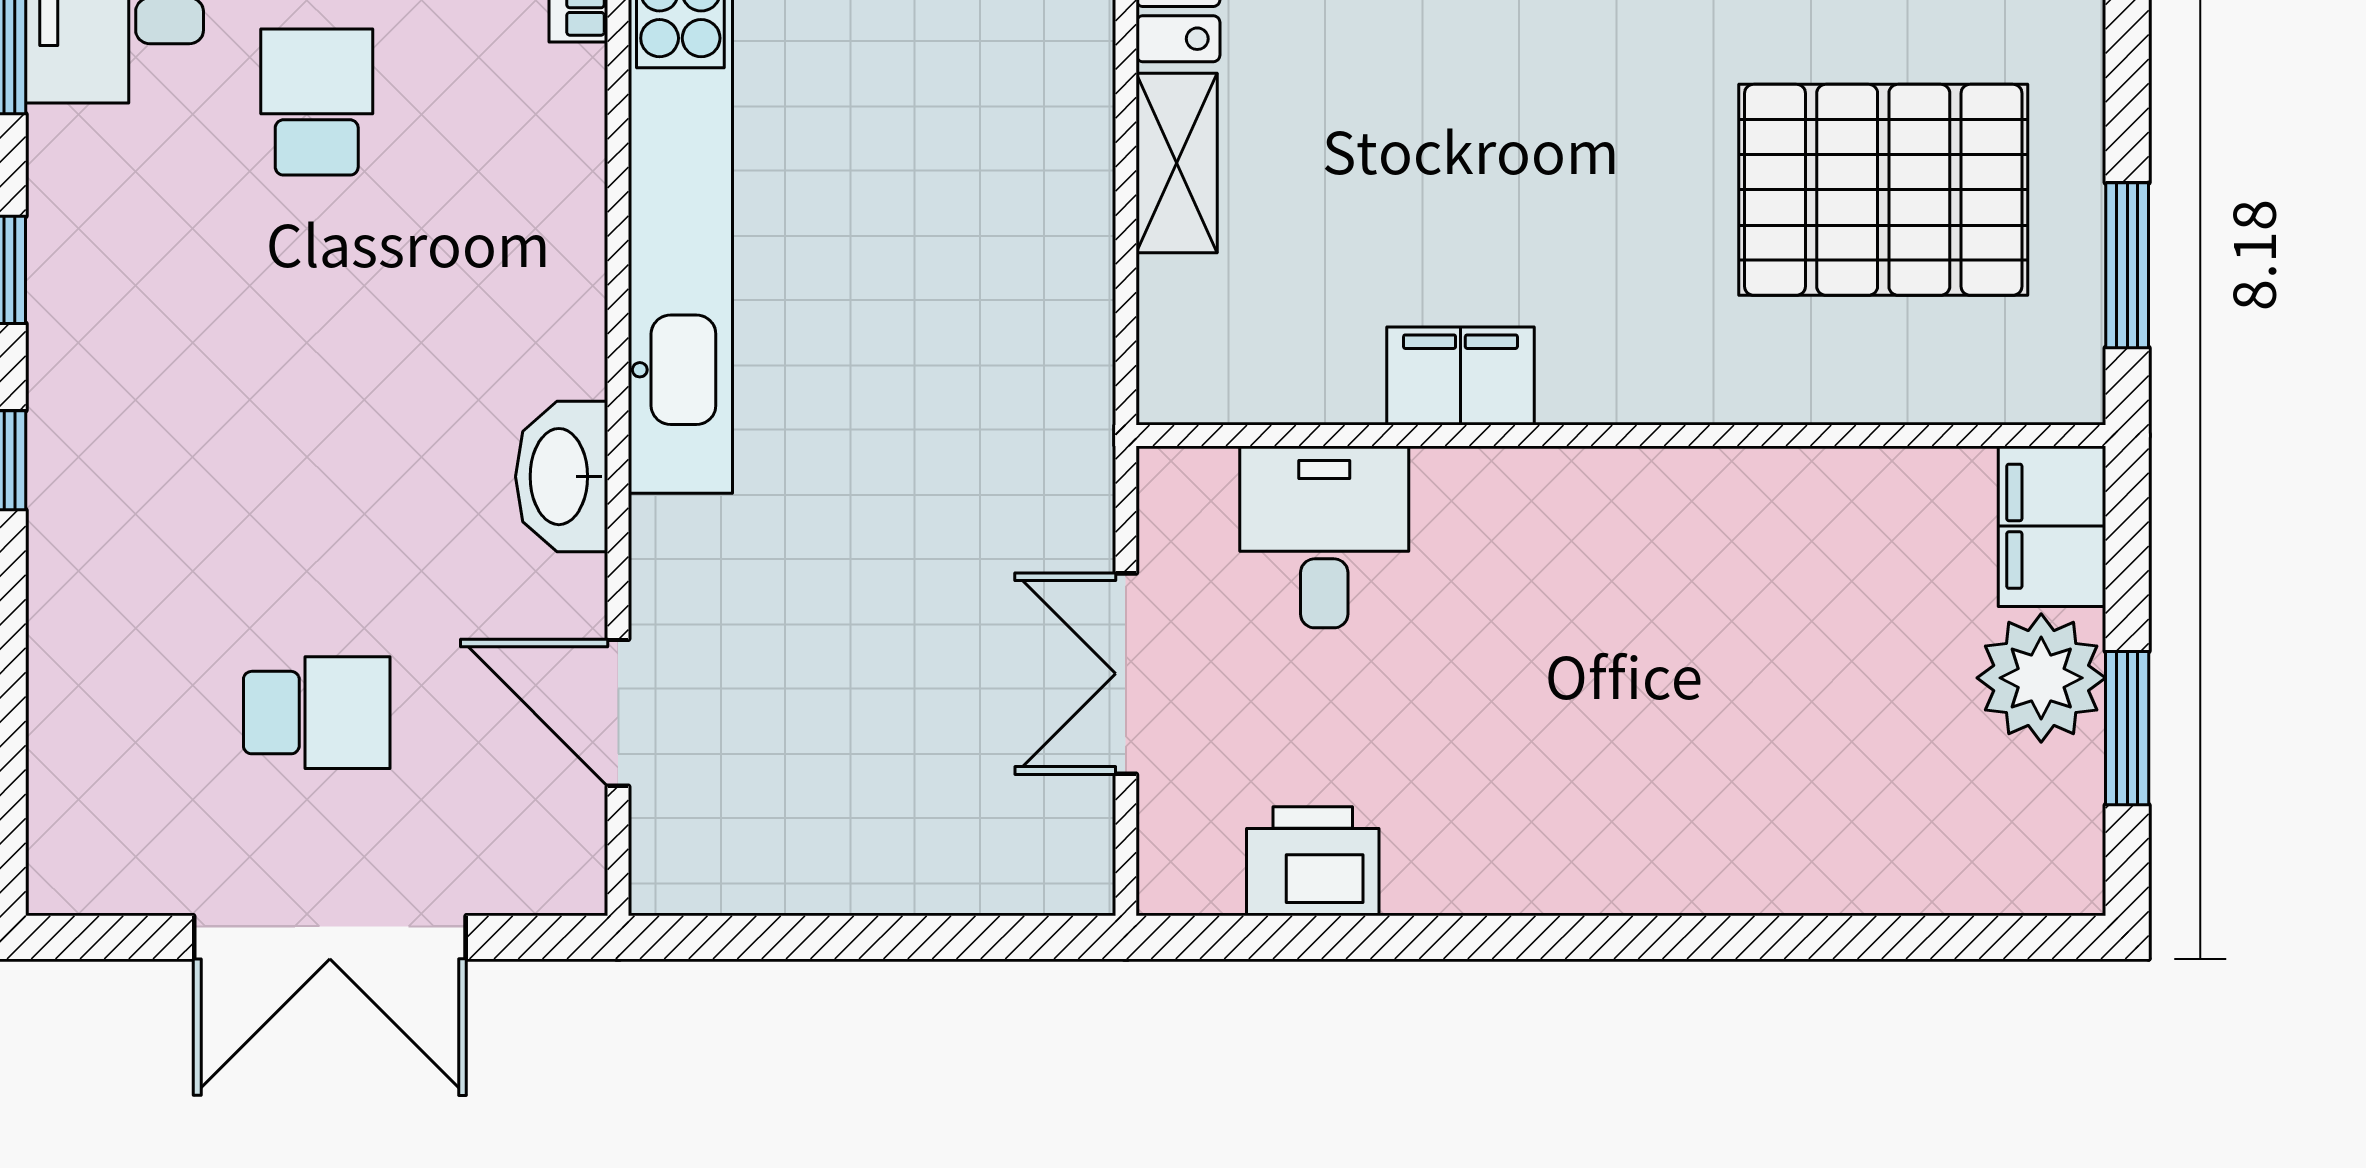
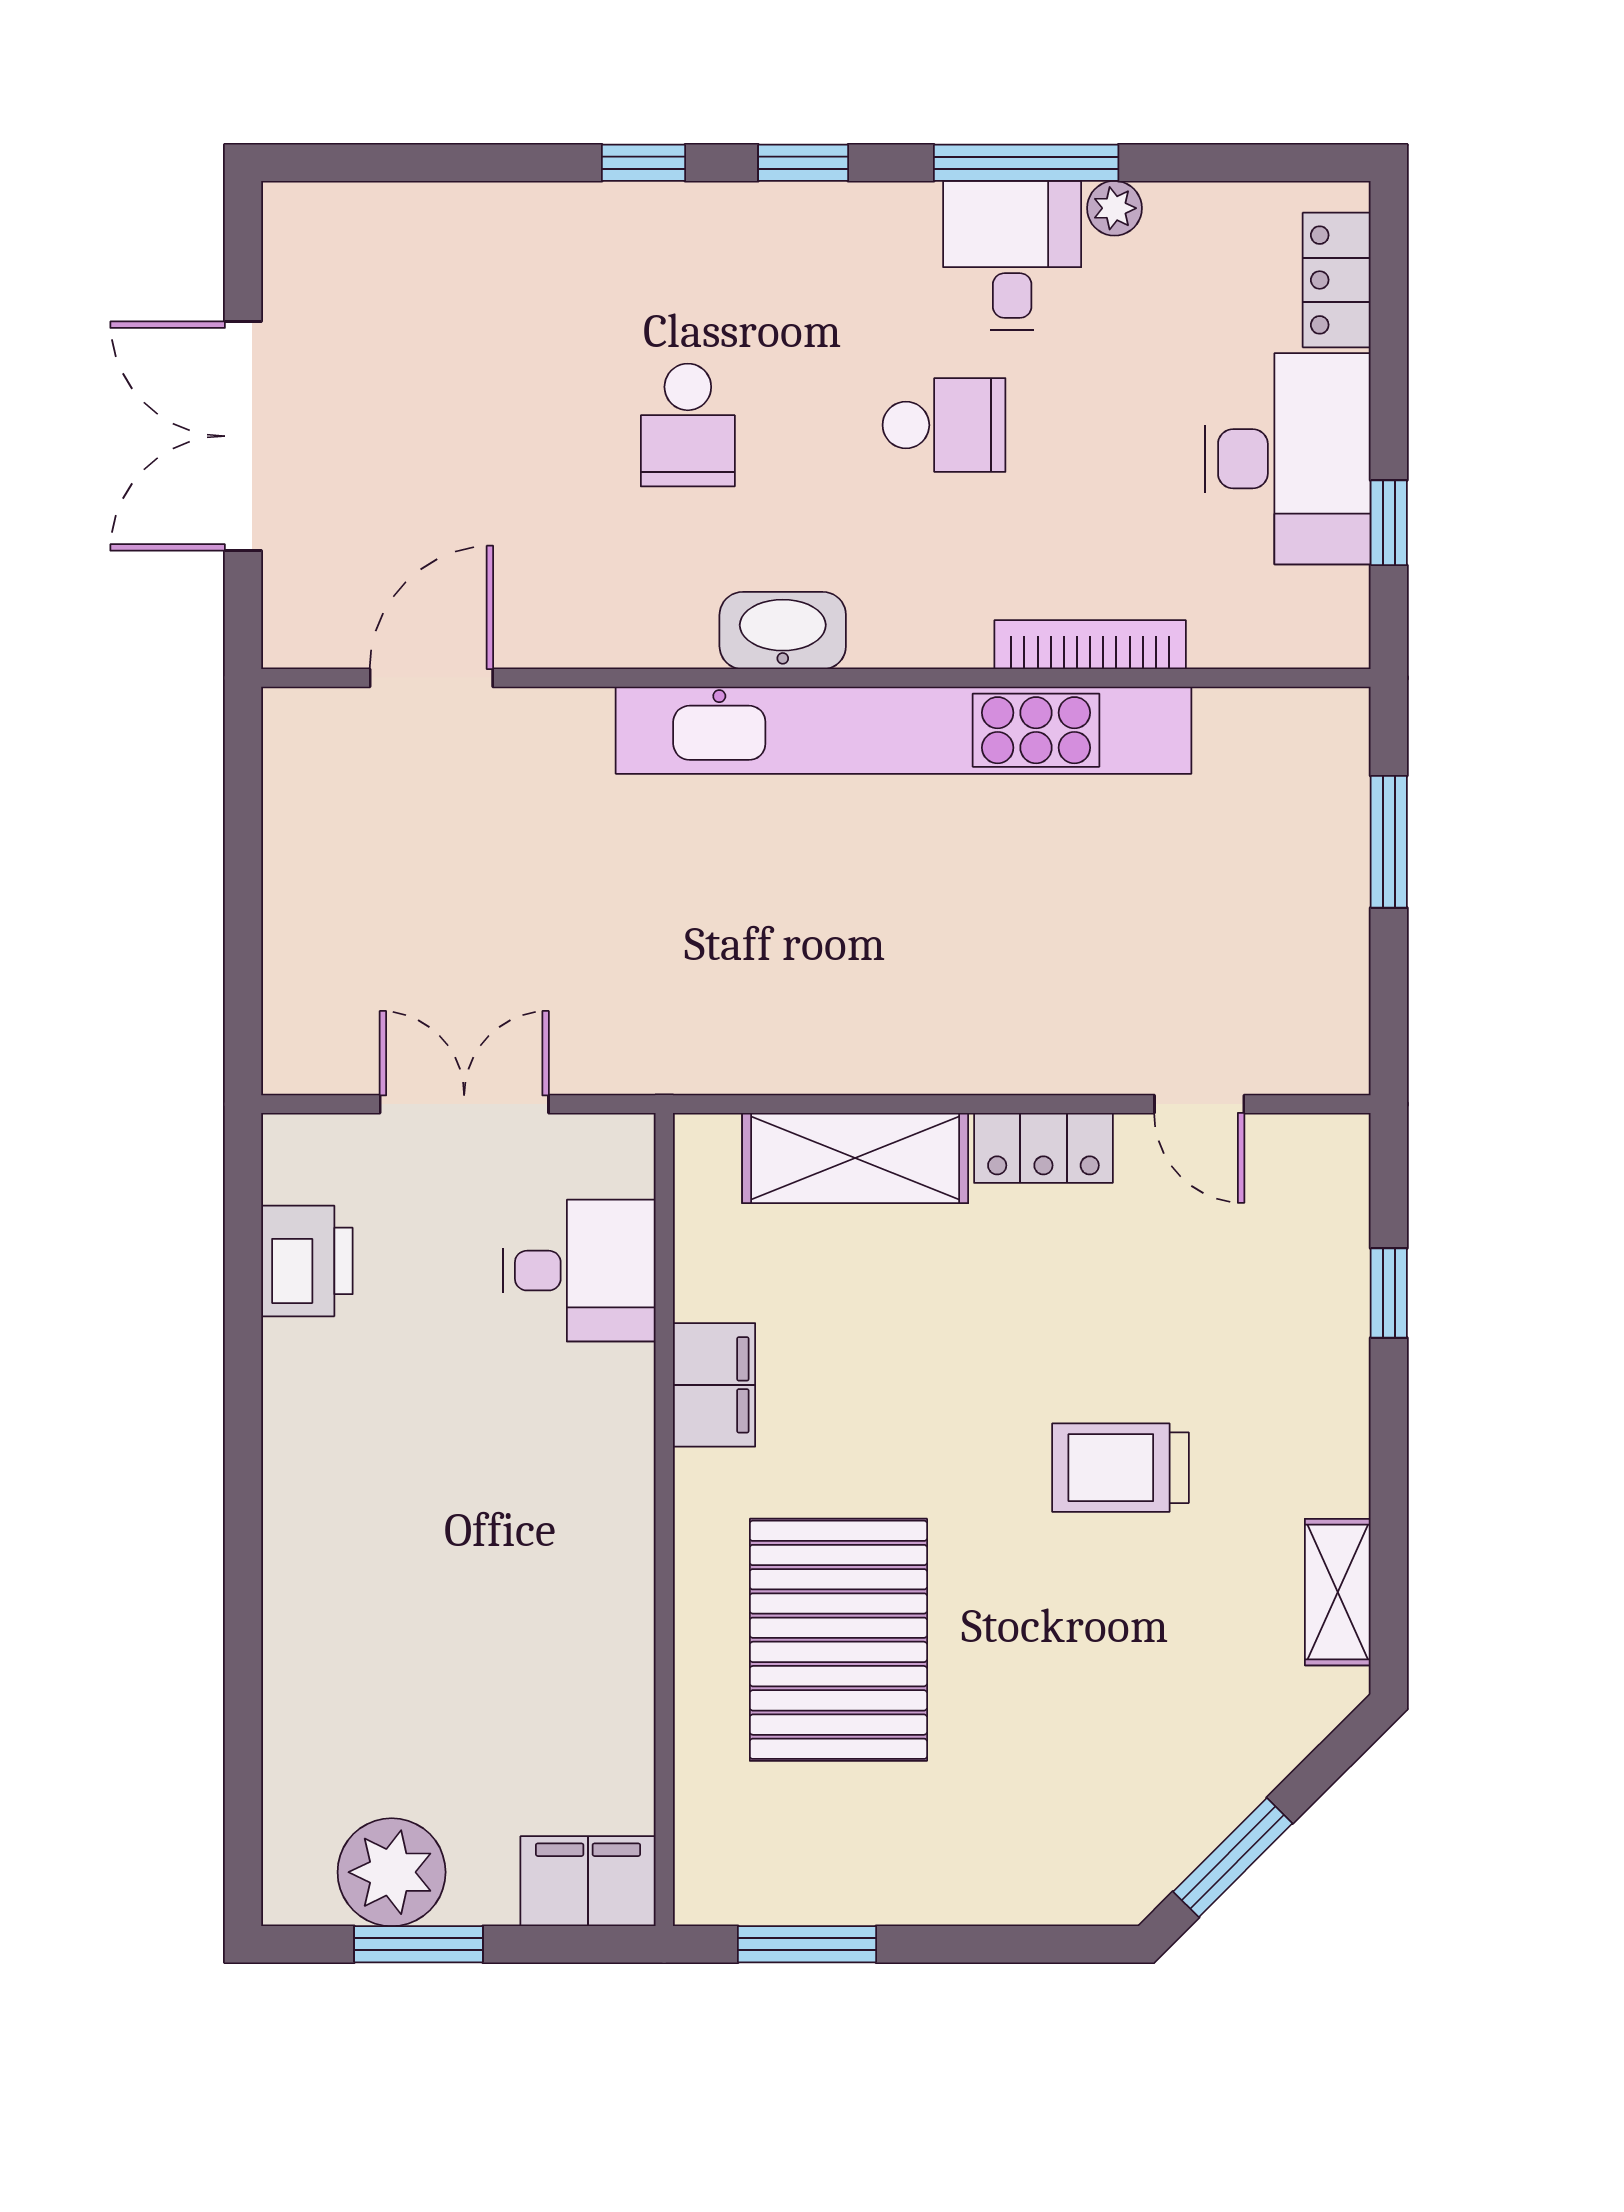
shelving: (1177, 163) -> (855, 1158), width x1.50, depth x1.33
pallet: (1883, 190) -> (838, 1640), moved
washbasin: (562, 477) -> (783, 631), moved
plant: (2041, 678) -> (392, 1872), moved
school desk: (317, 713) -> (688, 425), moved

